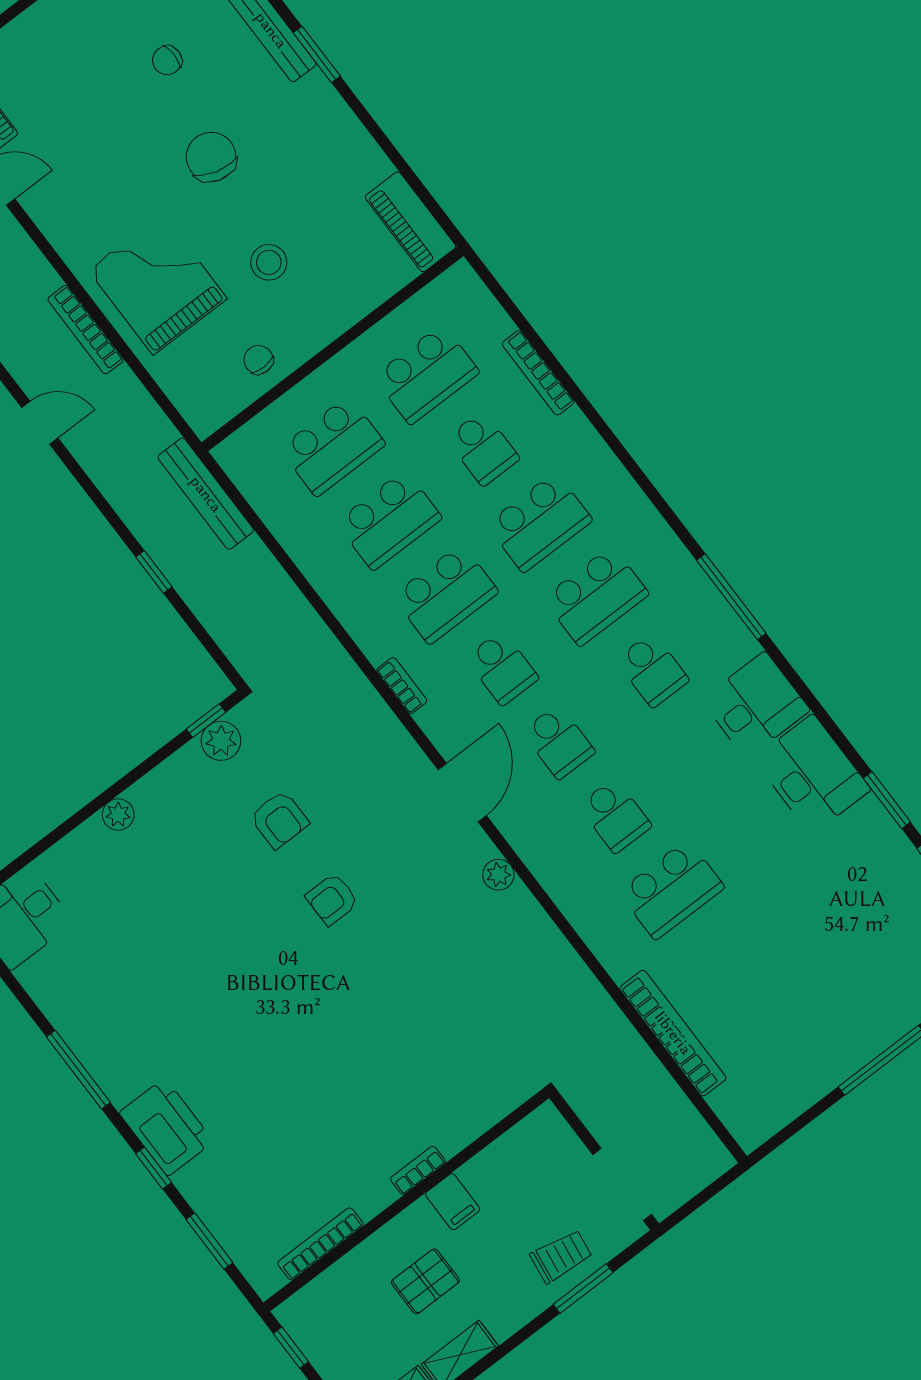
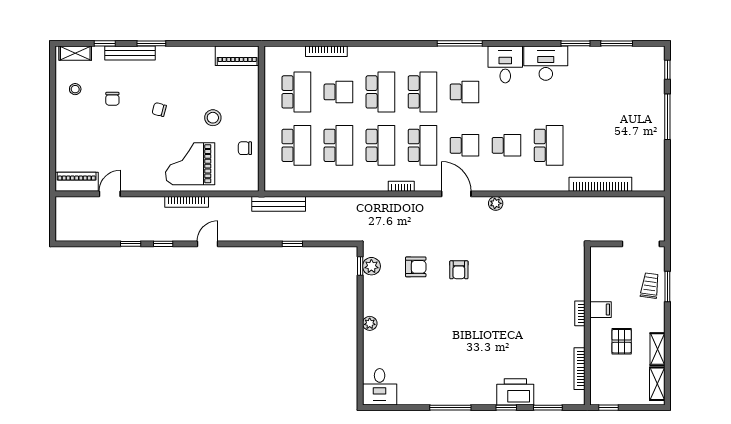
chair: (211, 157) -> (159, 110), width x0.54, depth x0.54
school desk: (502, 668) -> (422, 145), width x1.85
printer: (166, 1127) -> (515, 392), moved

